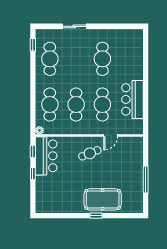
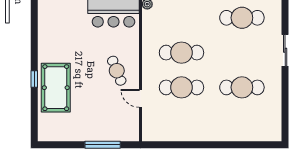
bar counter: (132, 99) -> (188, 127), removed
cafe table: (50, 104) -> (181, 18), removed
window: (146, 179) -> (103, 145), moved

